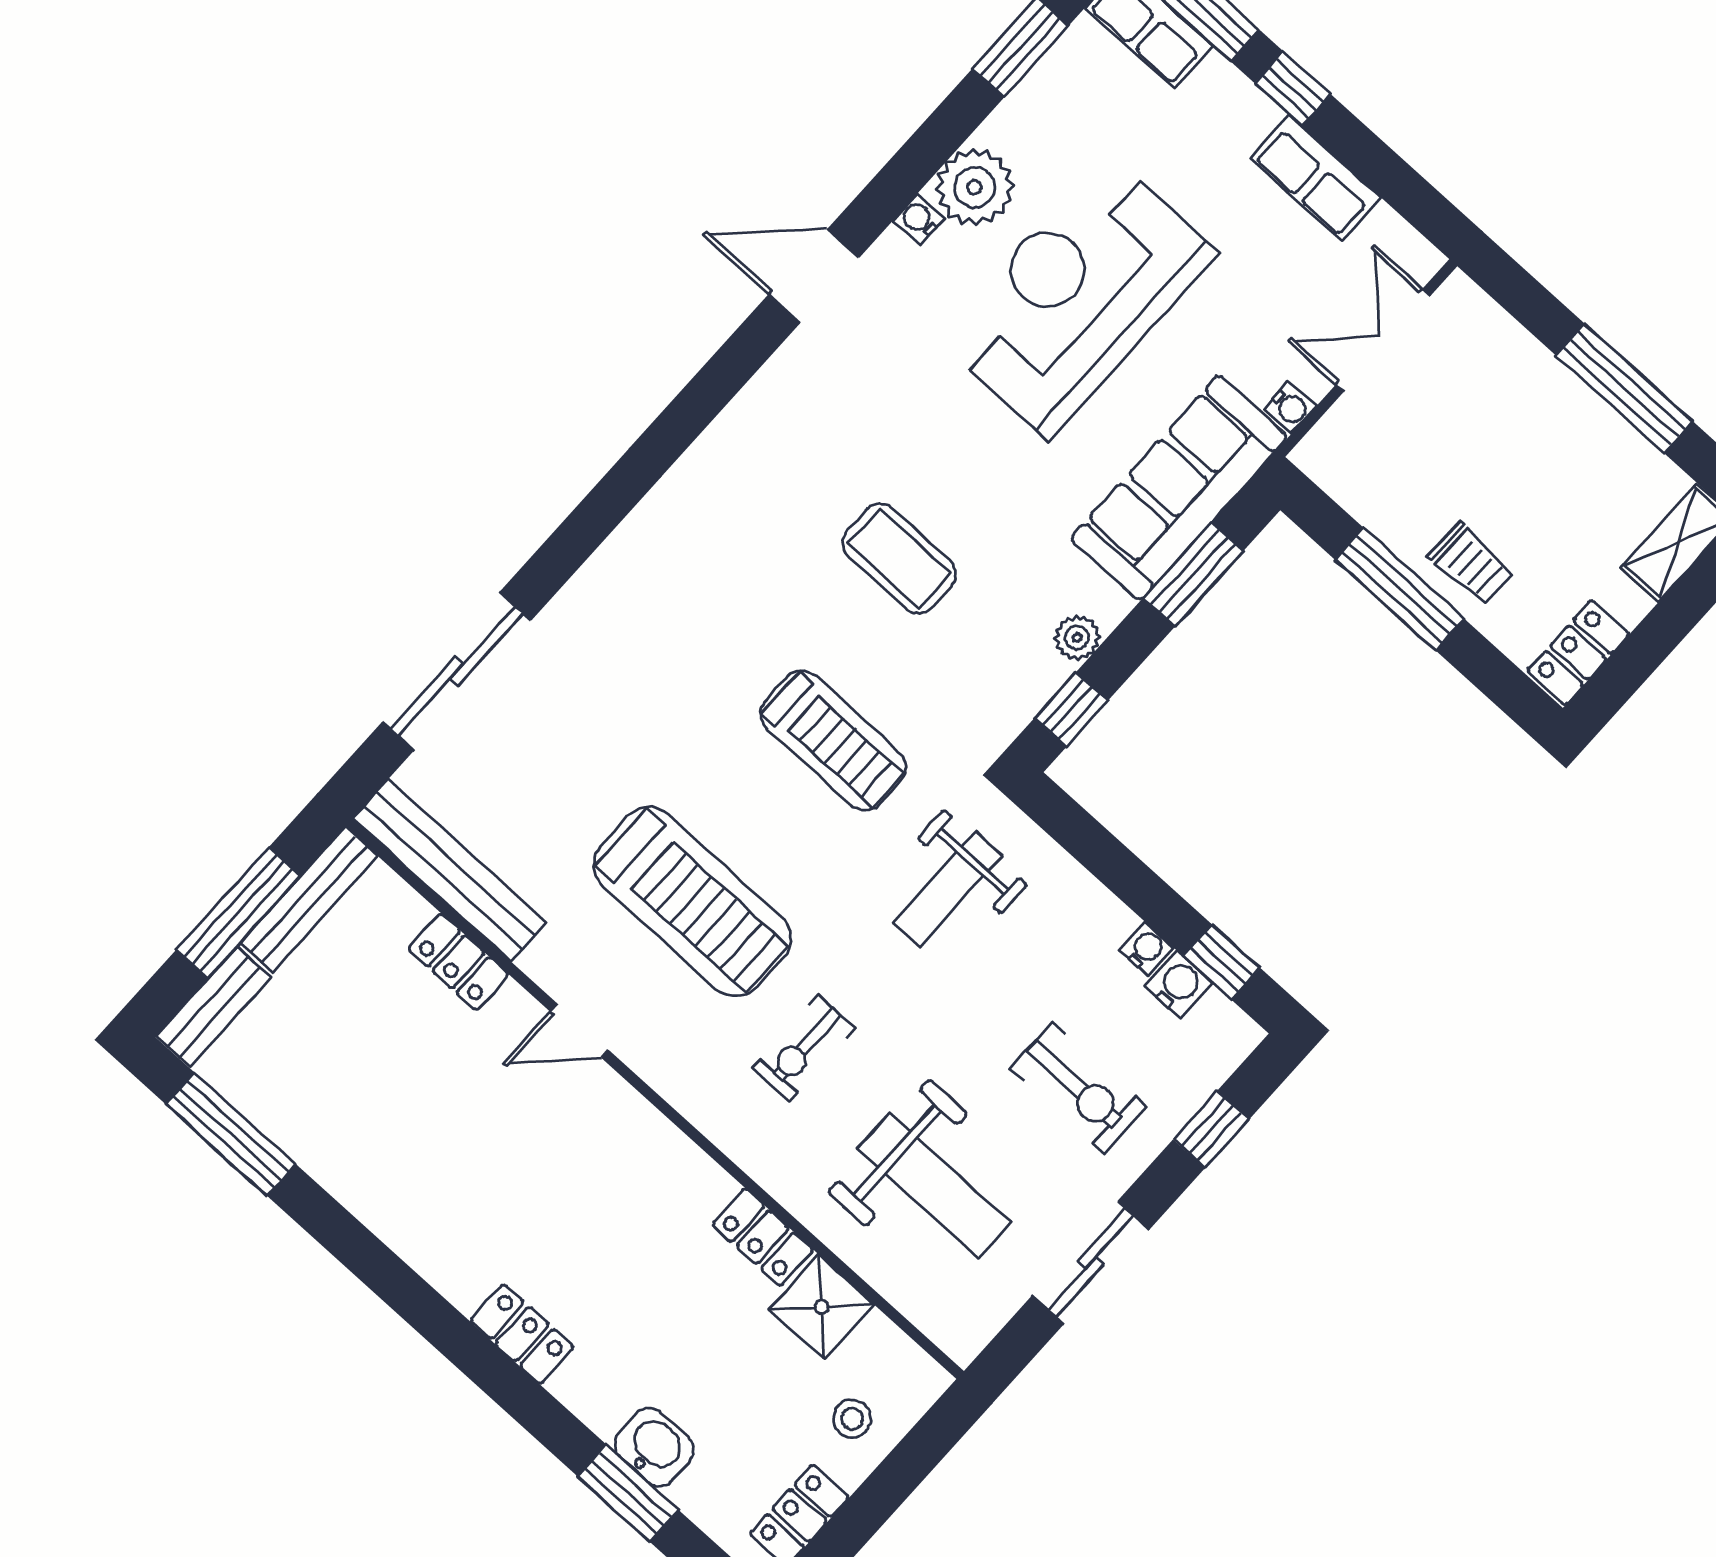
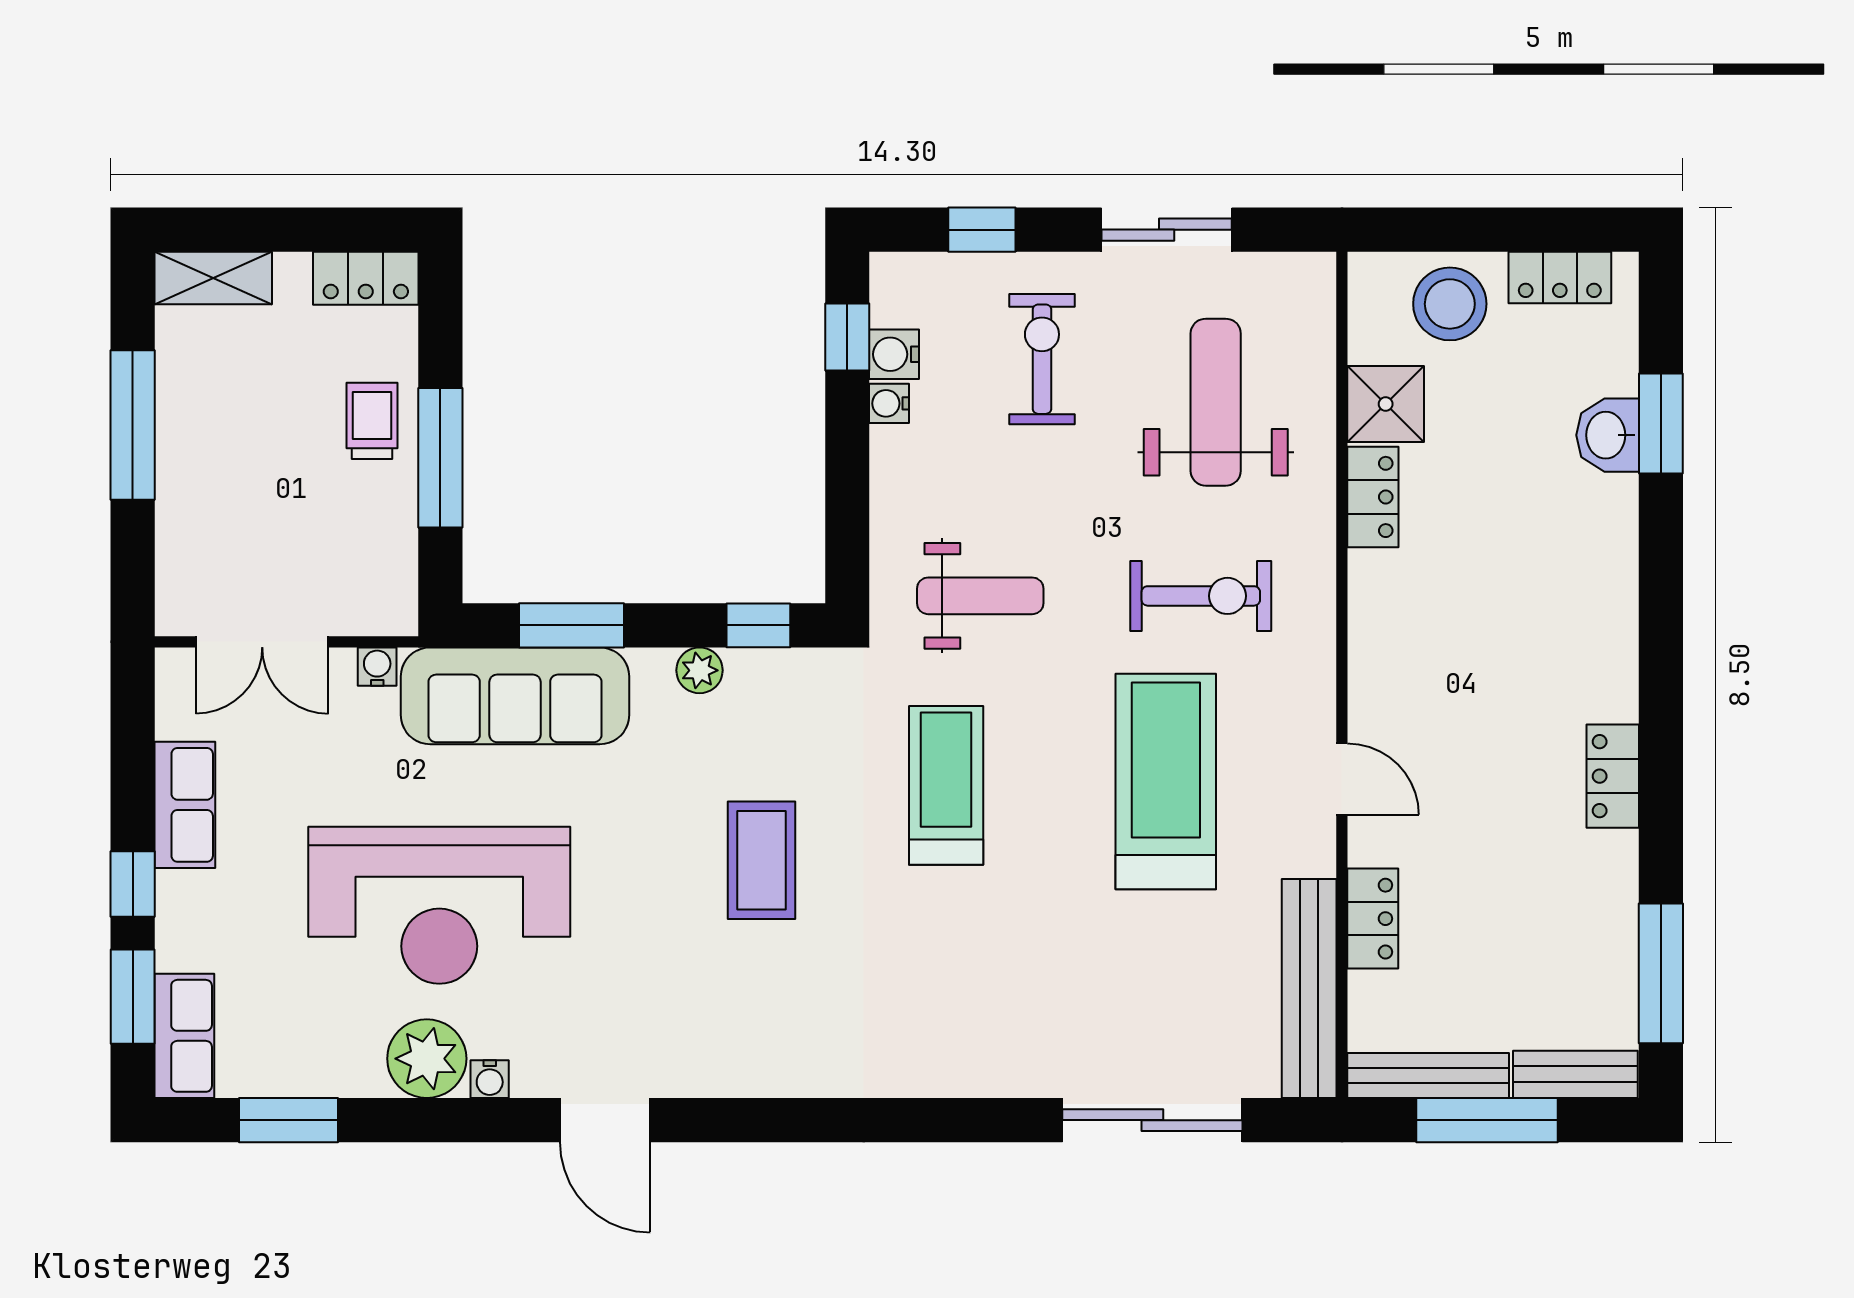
exercise bike: (804, 1048) -> (1201, 596), width x1.38, depth x1.39
locker: (522, 1334) -> (1613, 776), moved
stool: (852, 1419) -> (1450, 304), width x1.89, depth x1.89

